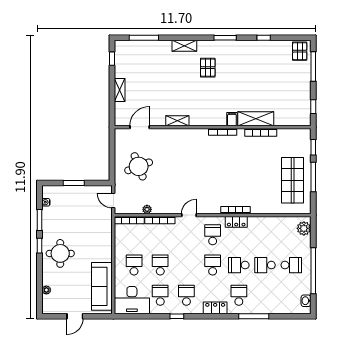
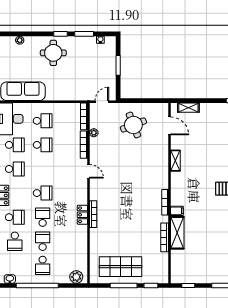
shelving: (120, 90) -> (188, 108), moved
school desk: (213, 235) -> (15, 241), moved, turned 90

